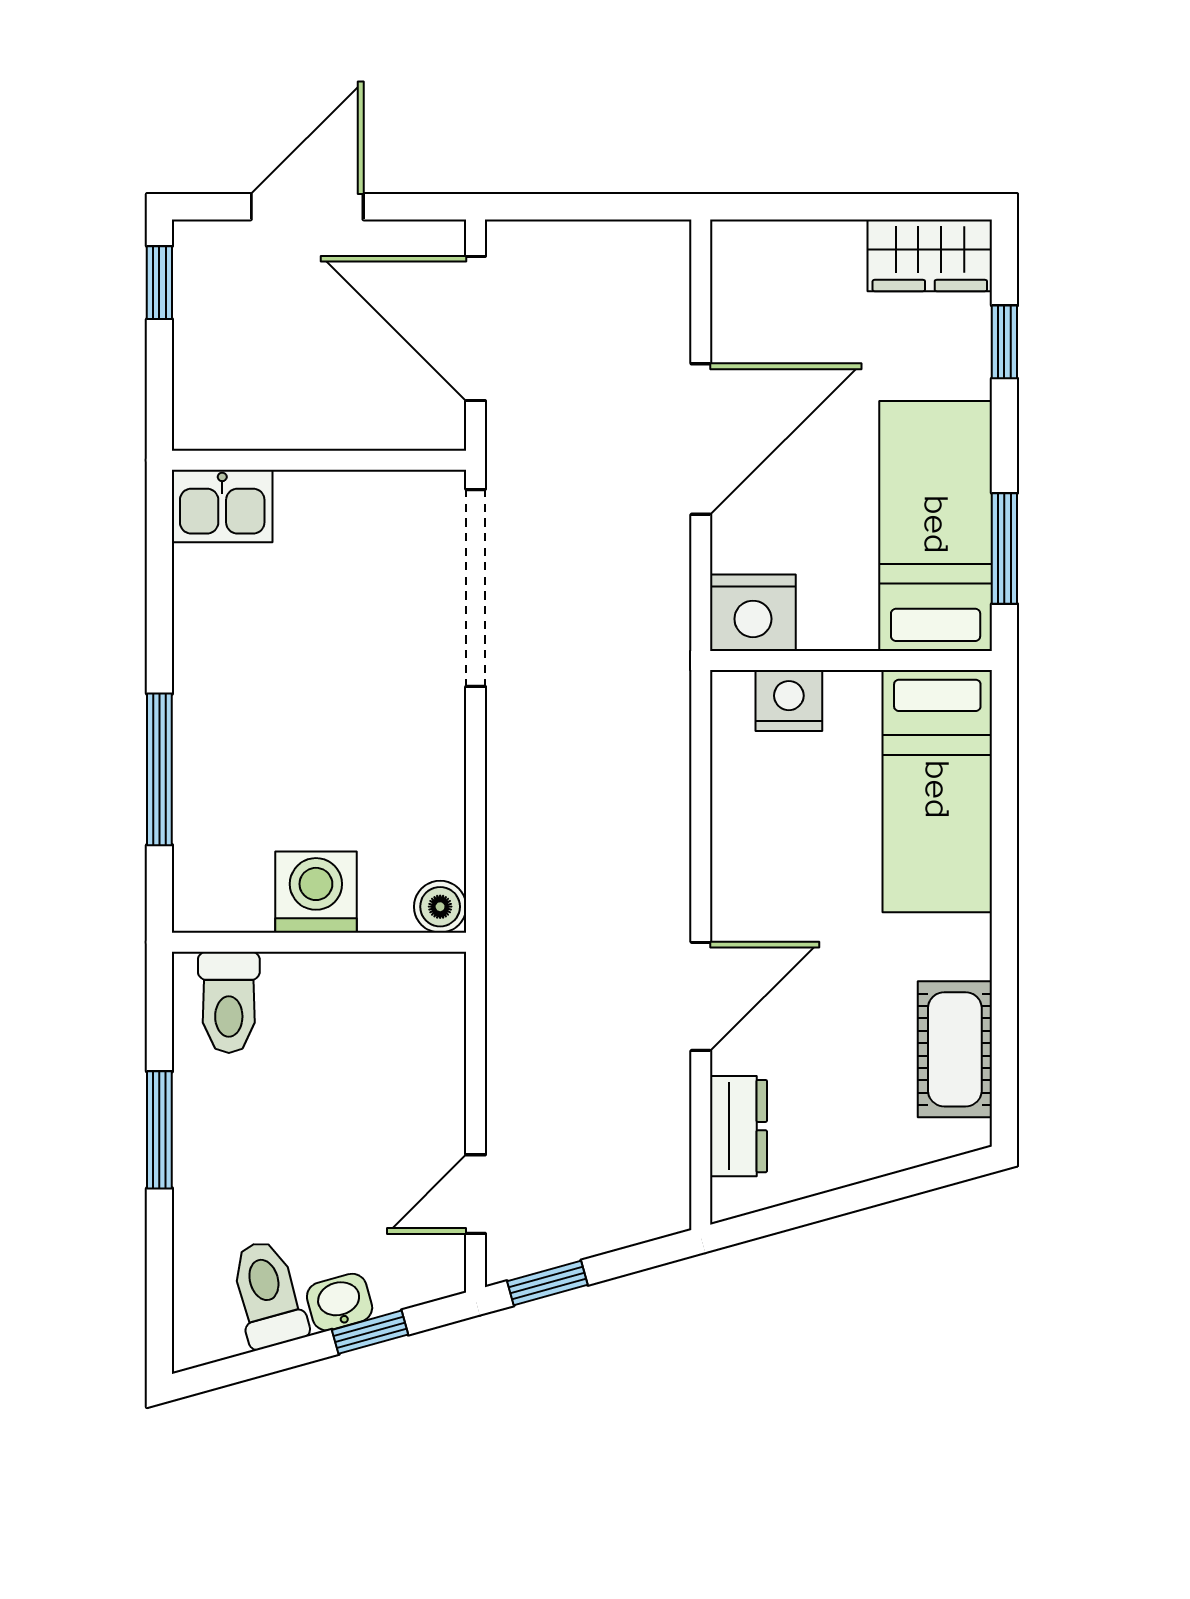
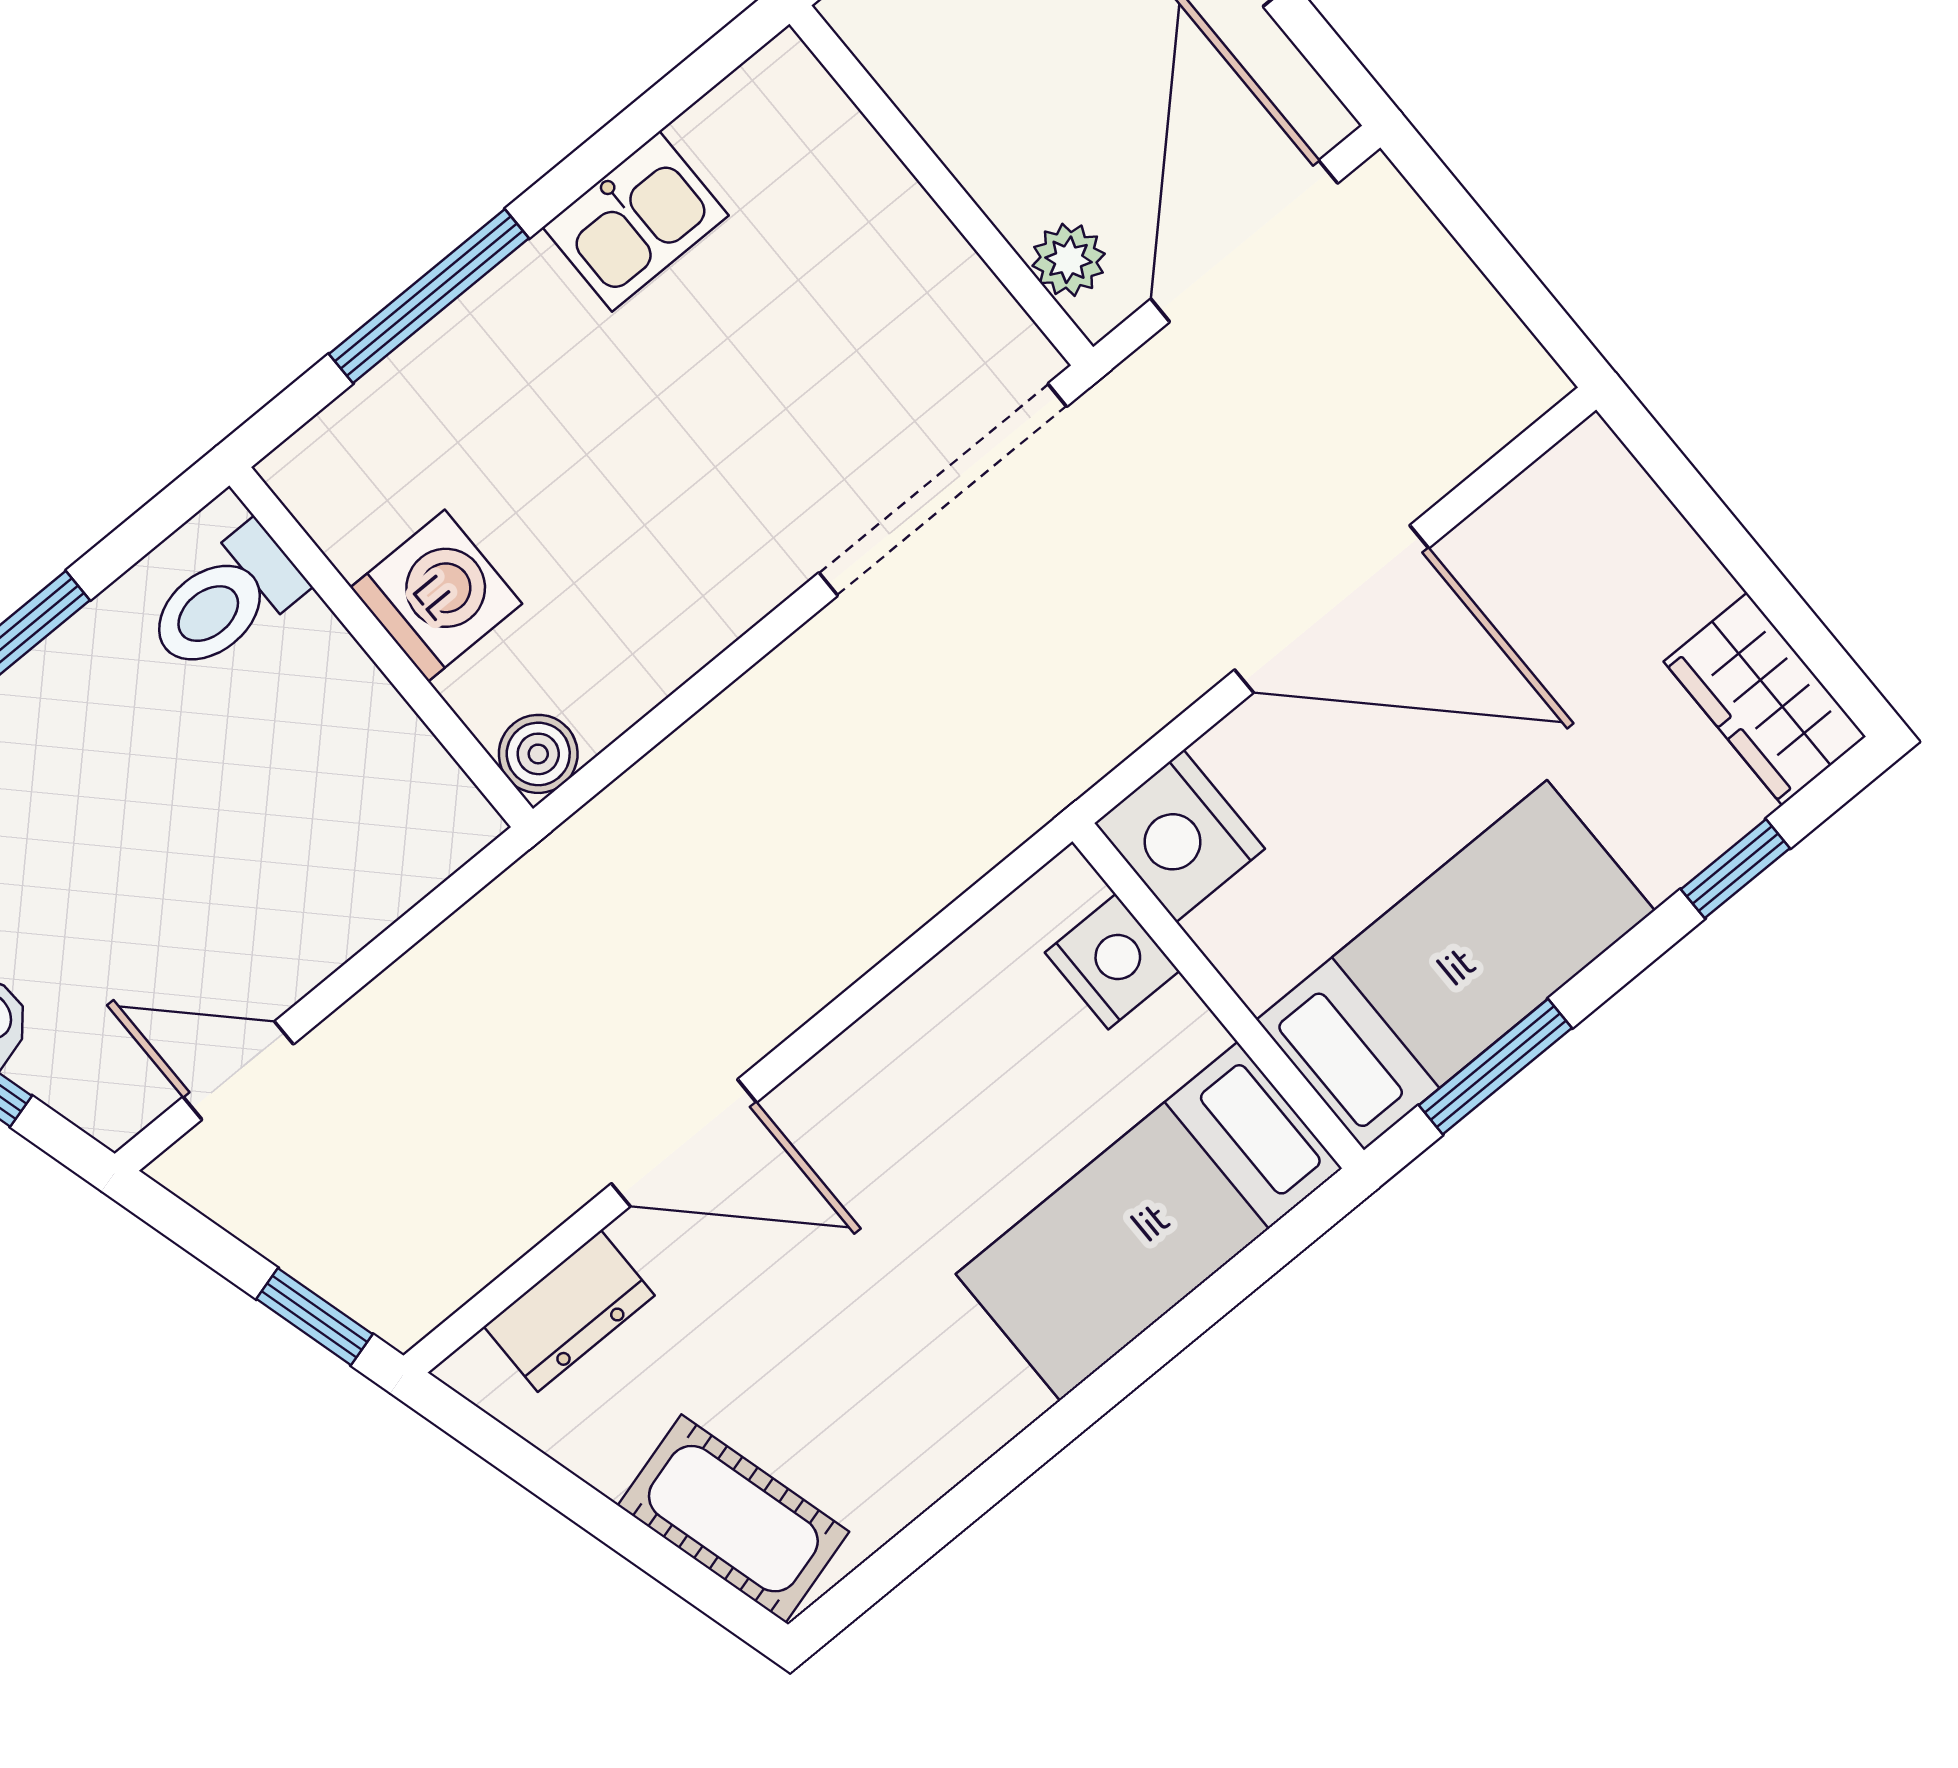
plant: (411, 426) -> (1069, 260), added
kitchen sink: (222, 506) -> (636, 221), moved, turned -90
cot: (955, 1049) -> (733, 1519), moved, turned 74
window: (547, 1283) -> (314, 1317), moved

